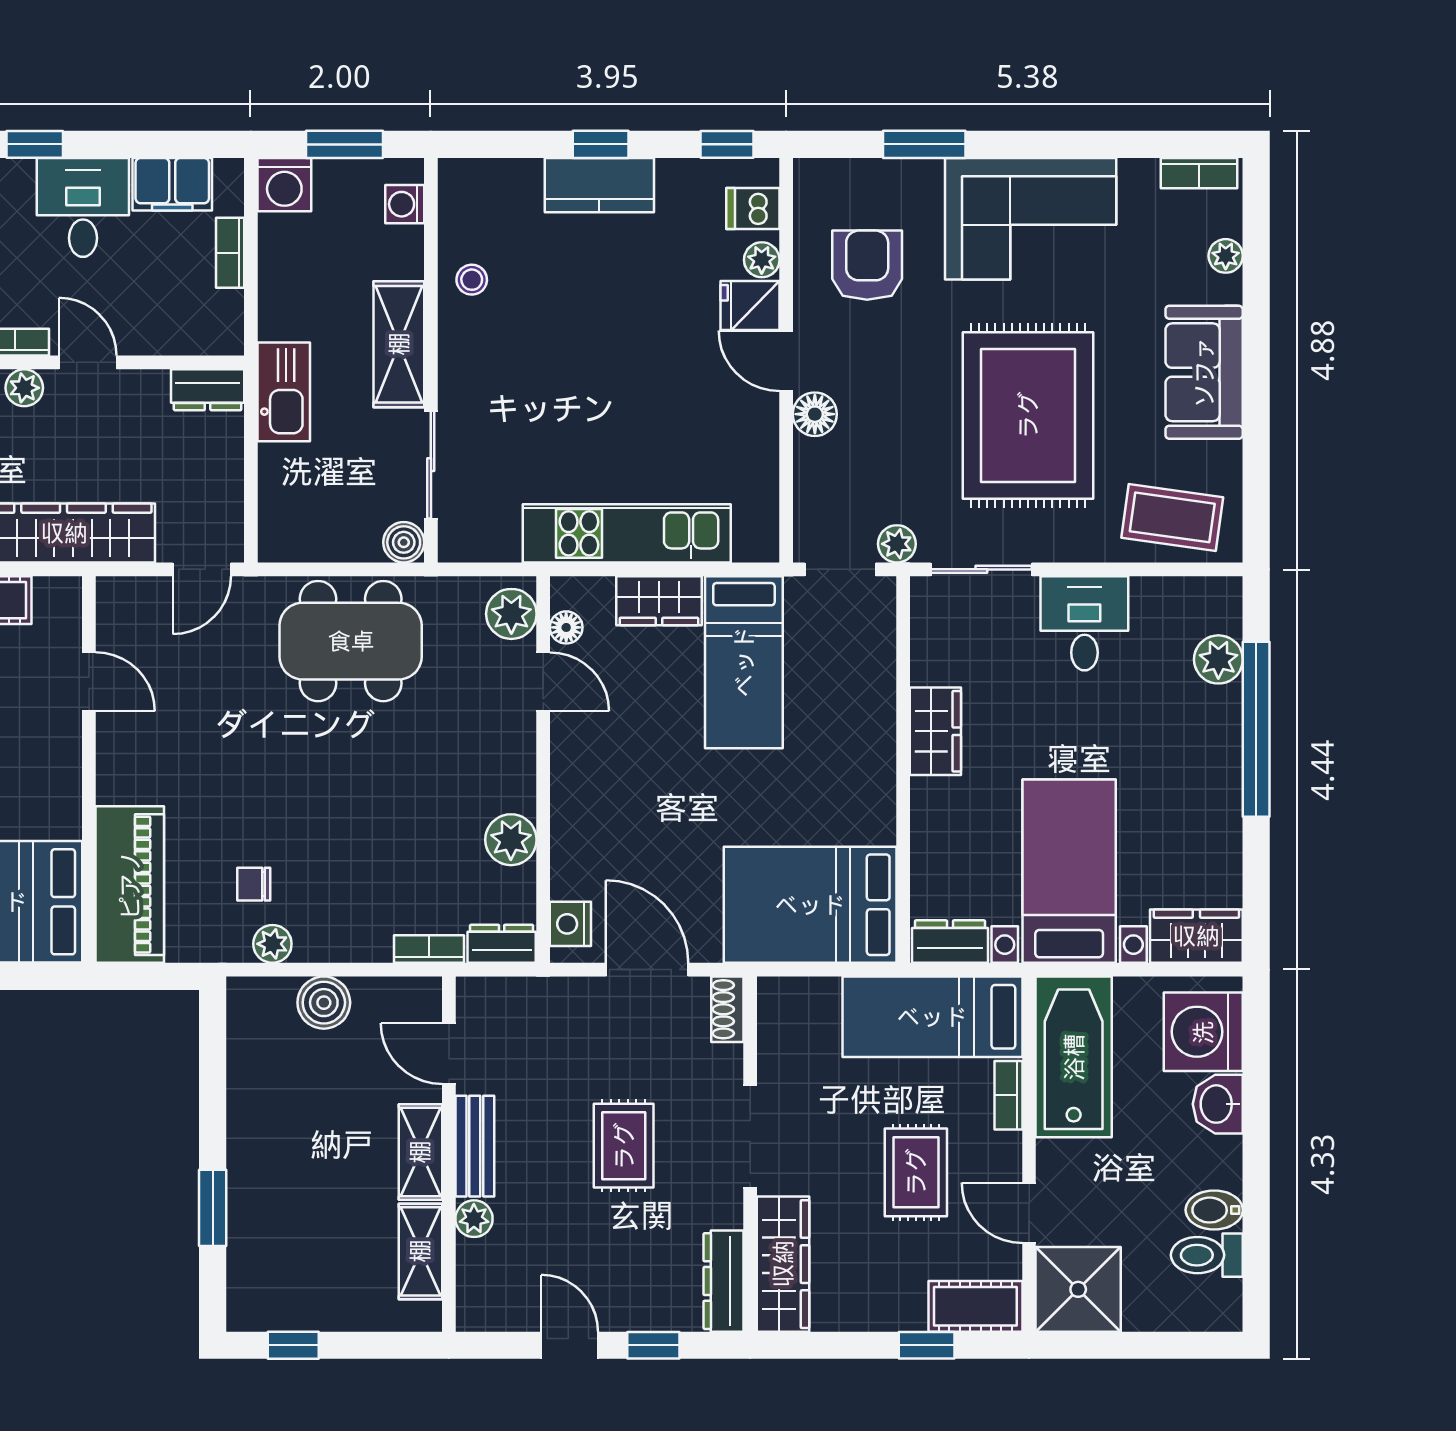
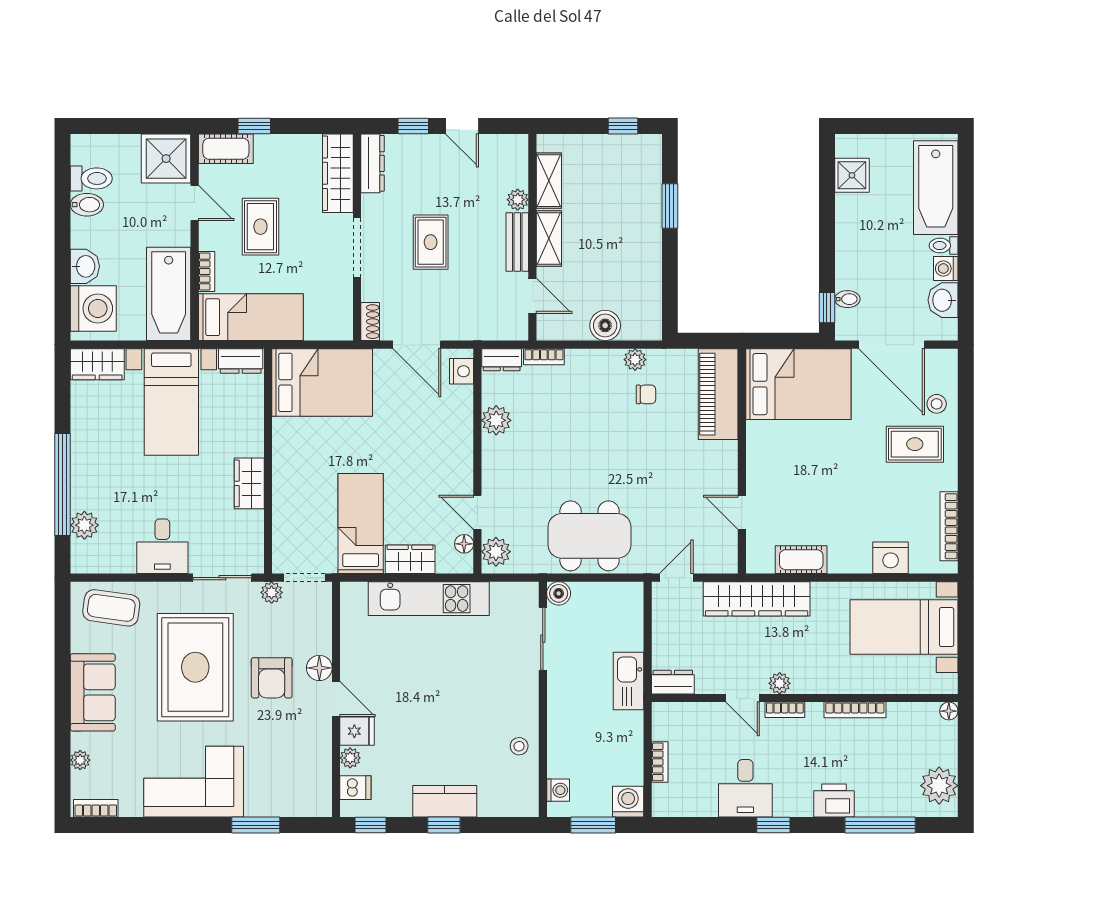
filing cabinet: (172, 184) -> (693, 802), removed
armchair: (867, 265) -> (272, 678), moved
shelving: (399, 344) -> (561, 709), removed

